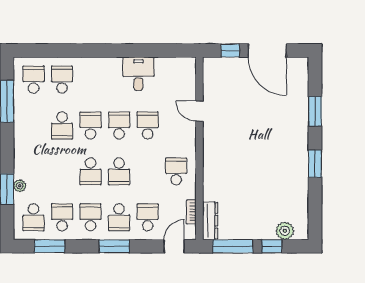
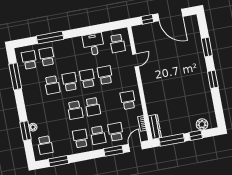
window: (72, 51) -> (50, 38), added
door: (199, 111) -> (135, 60), swing flipped
school desk: (62, 217) -> (117, 43), moved, turned 180
window: (114, 246) -> (114, 151), moved

